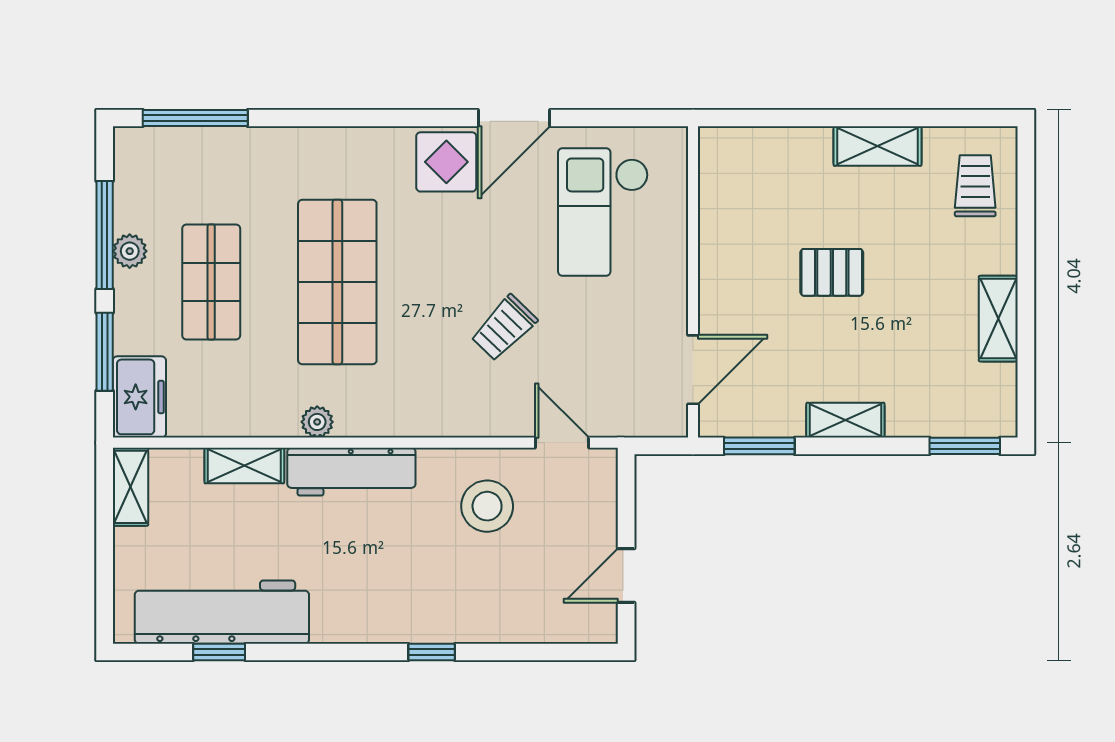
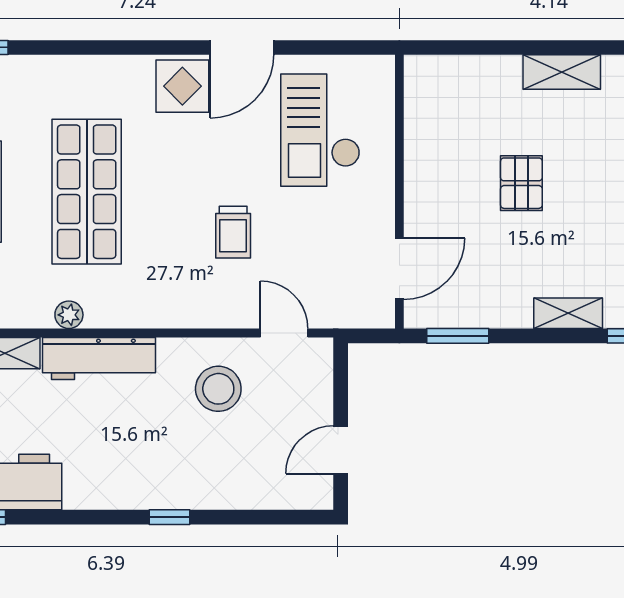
pallet: (832, 272) -> (521, 183), turned 90
trolley: (504, 328) -> (233, 232), turned -44
shelving: (845, 420) -> (568, 313), moved

